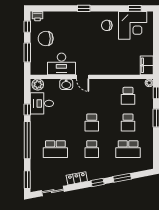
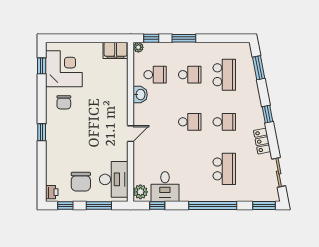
desk: (61, 64) -> (114, 179), moved
washbasin: (66, 84) -> (140, 95), moved
window: (27, 110) -> (157, 205), moved
window: (122, 178) -> (259, 68), moved

